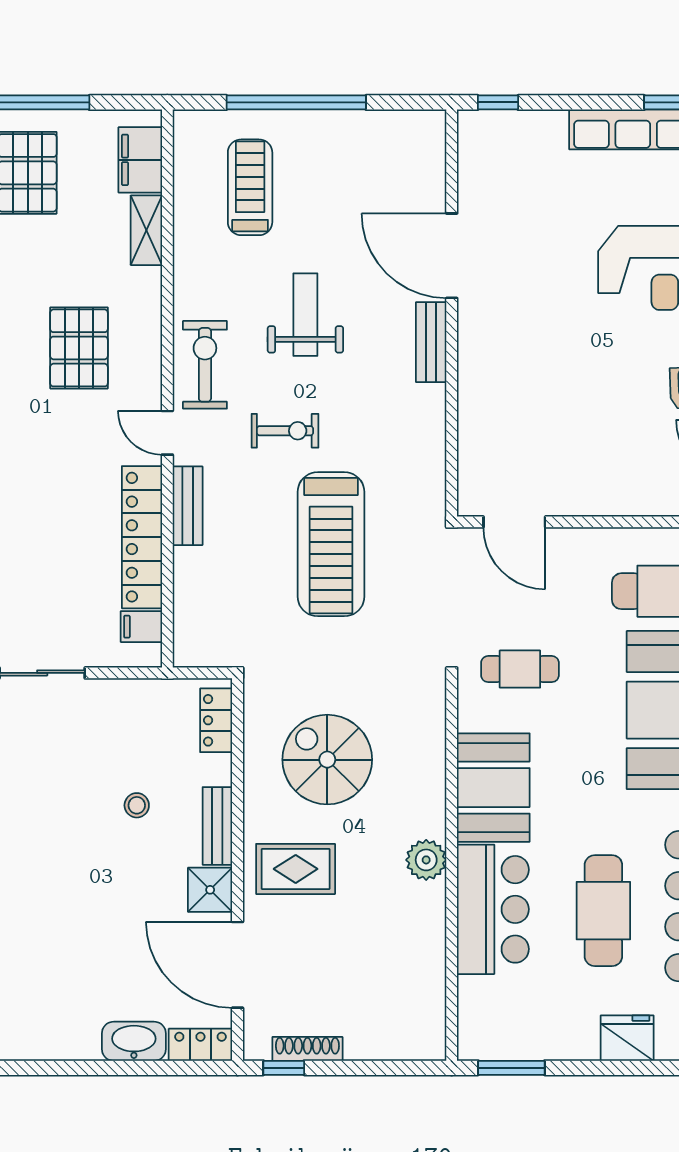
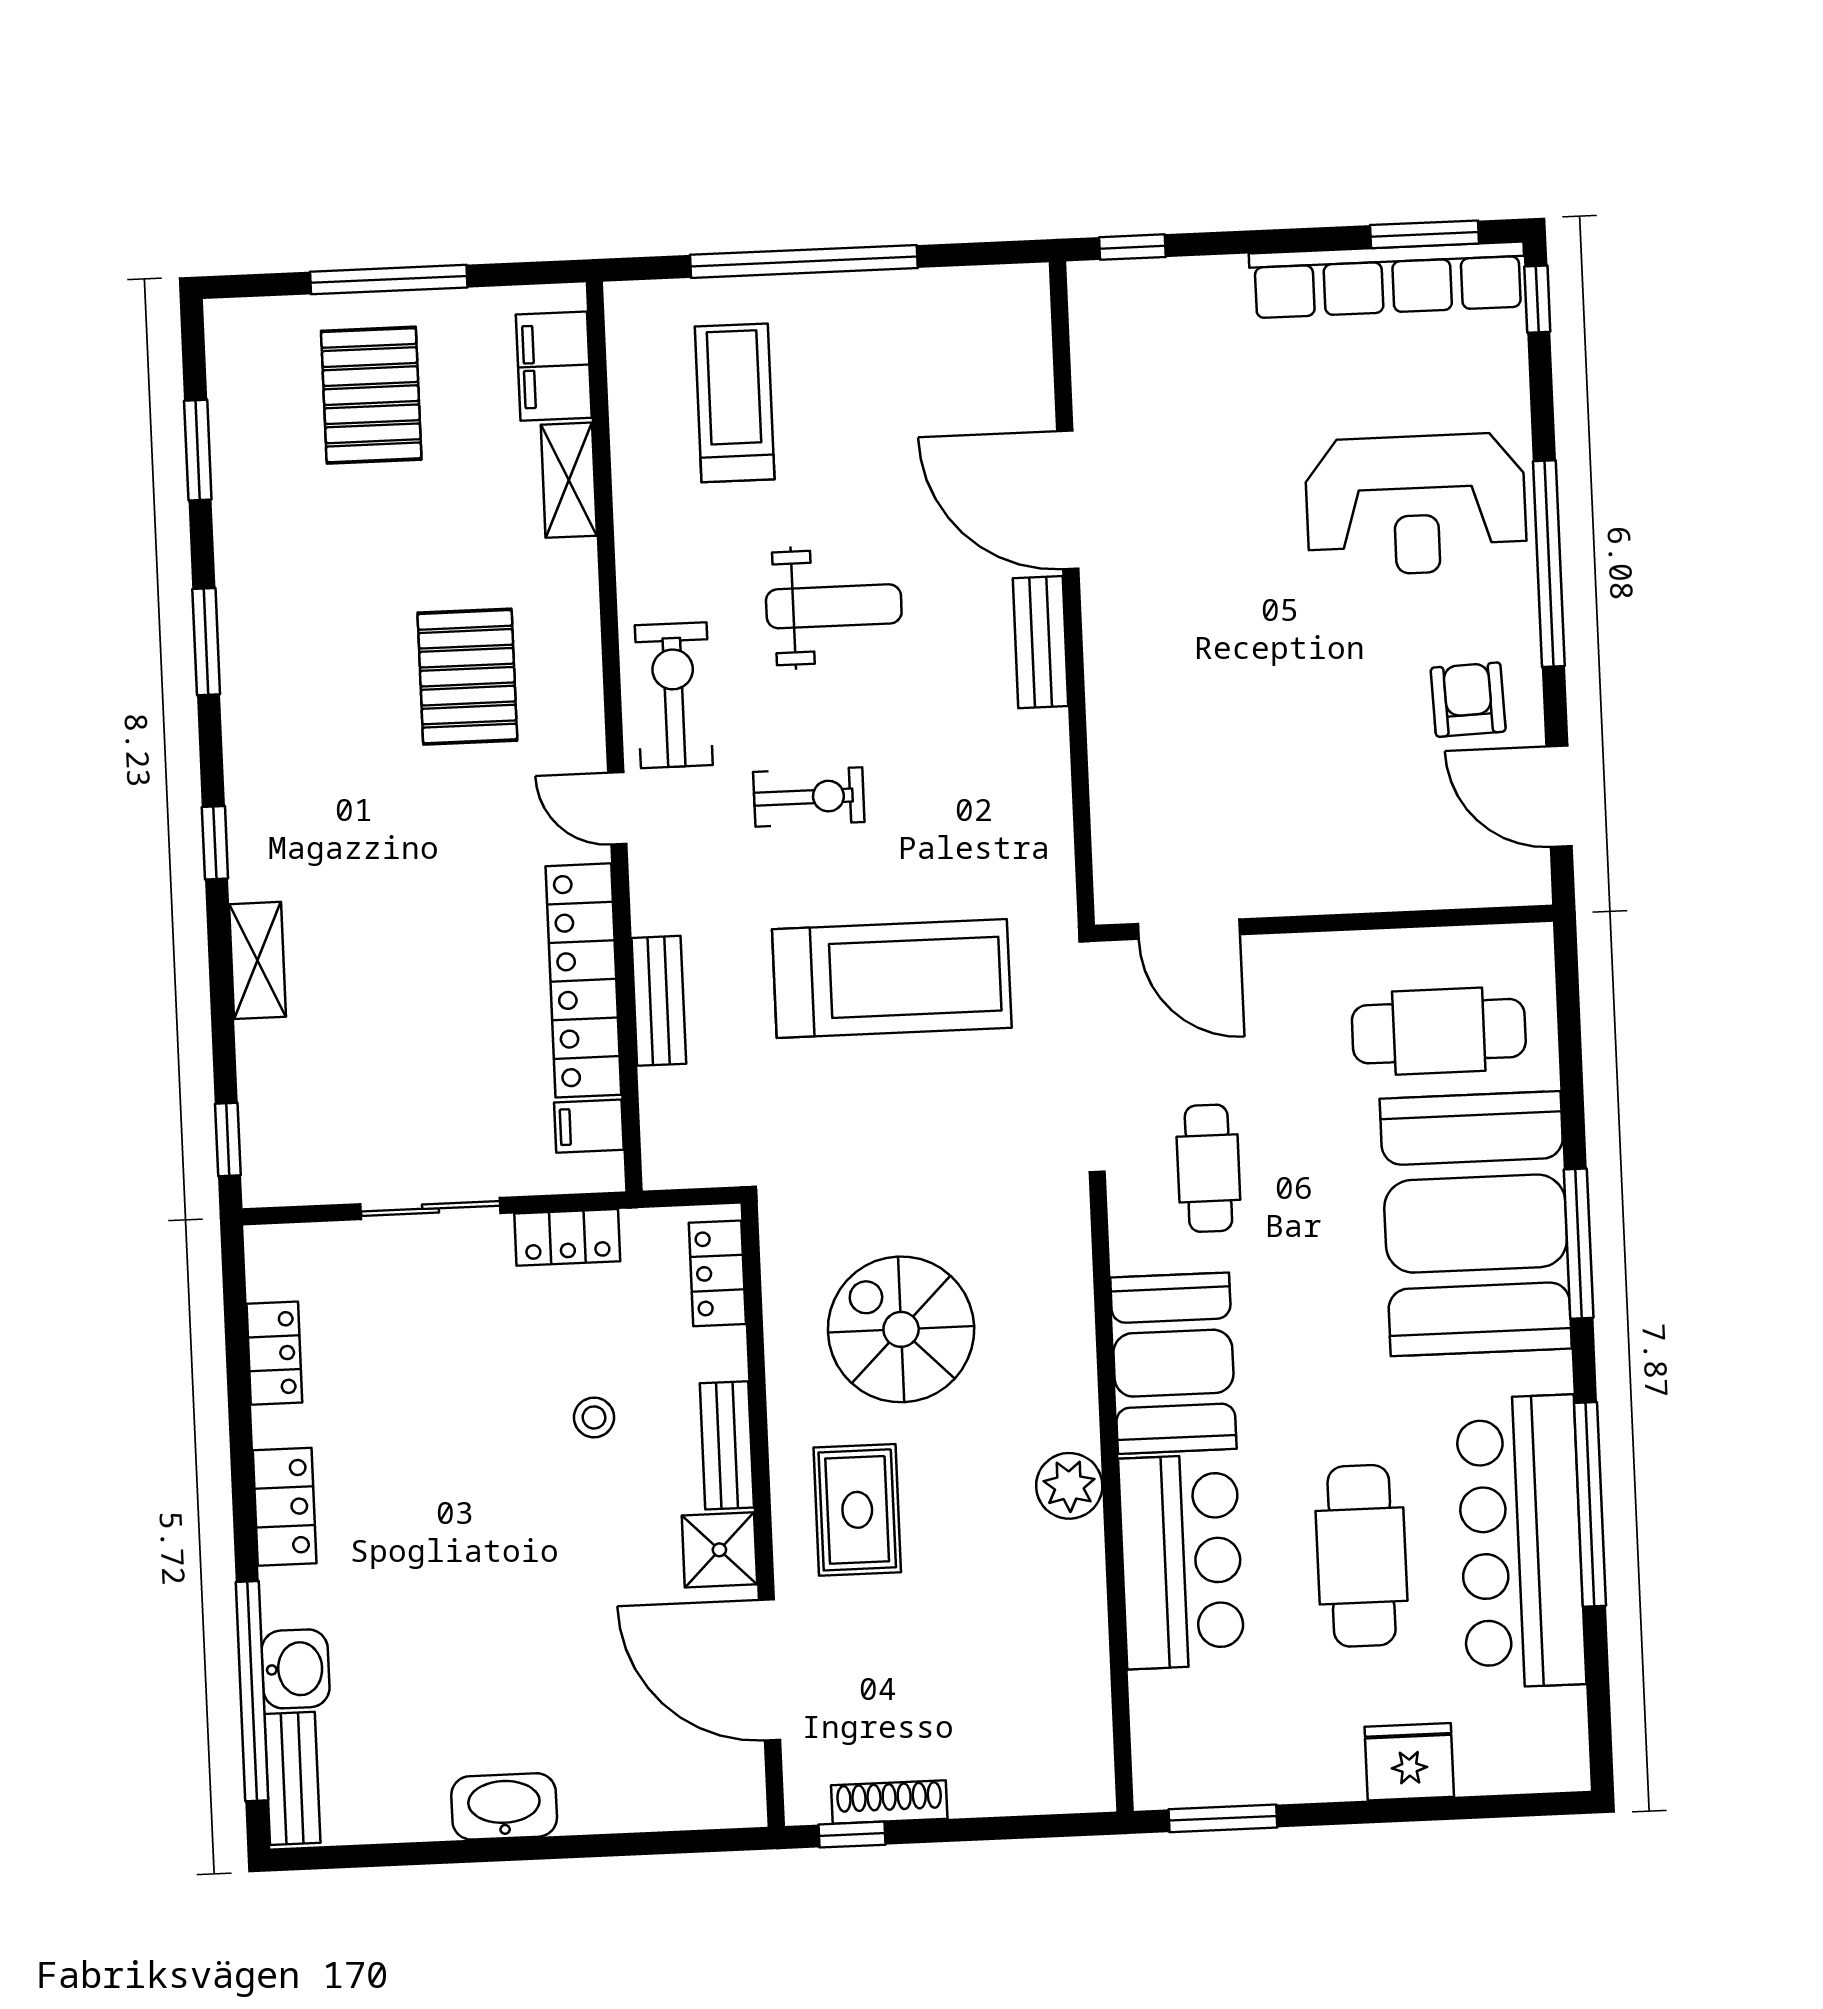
weight bench: (305, 315) -> (834, 606), turned 90
bench: (188, 506) -> (659, 1001), moved
treadmill: (331, 544) -> (892, 978), turned -90
cafe table: (520, 669) -> (1208, 1168), turned 90
rug: (296, 869) -> (857, 1510), turned 90
washbasin: (134, 1041) -> (504, 1806), moved
locker: (200, 1045) -> (567, 1237), moved, turned 180

